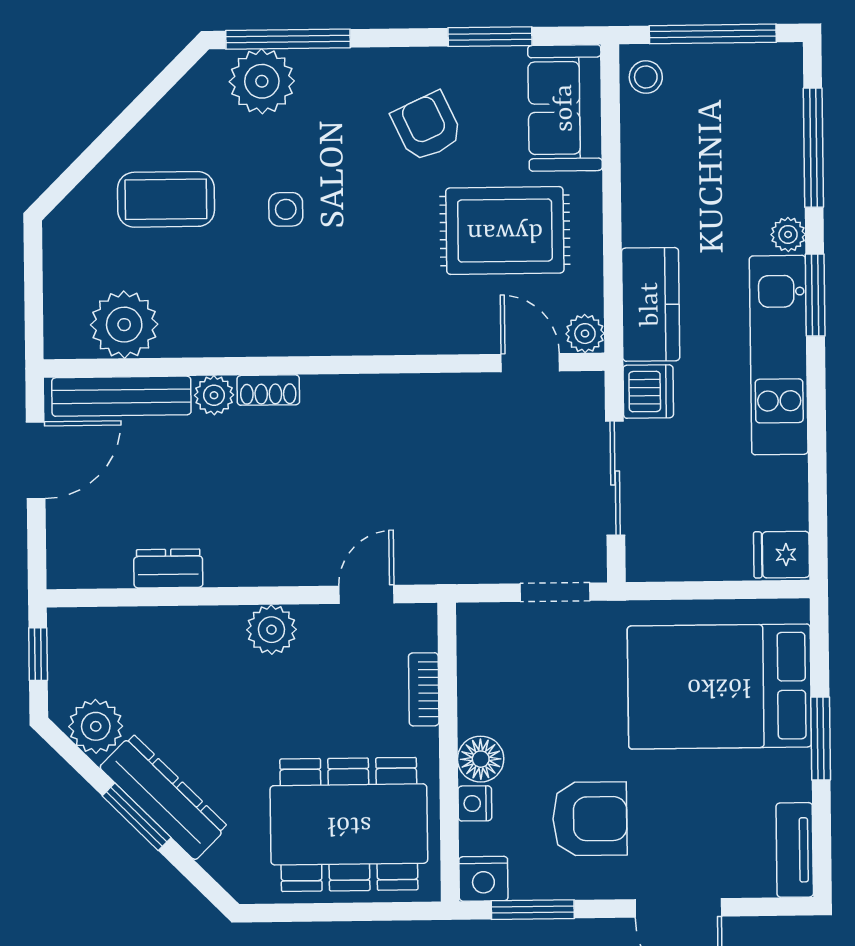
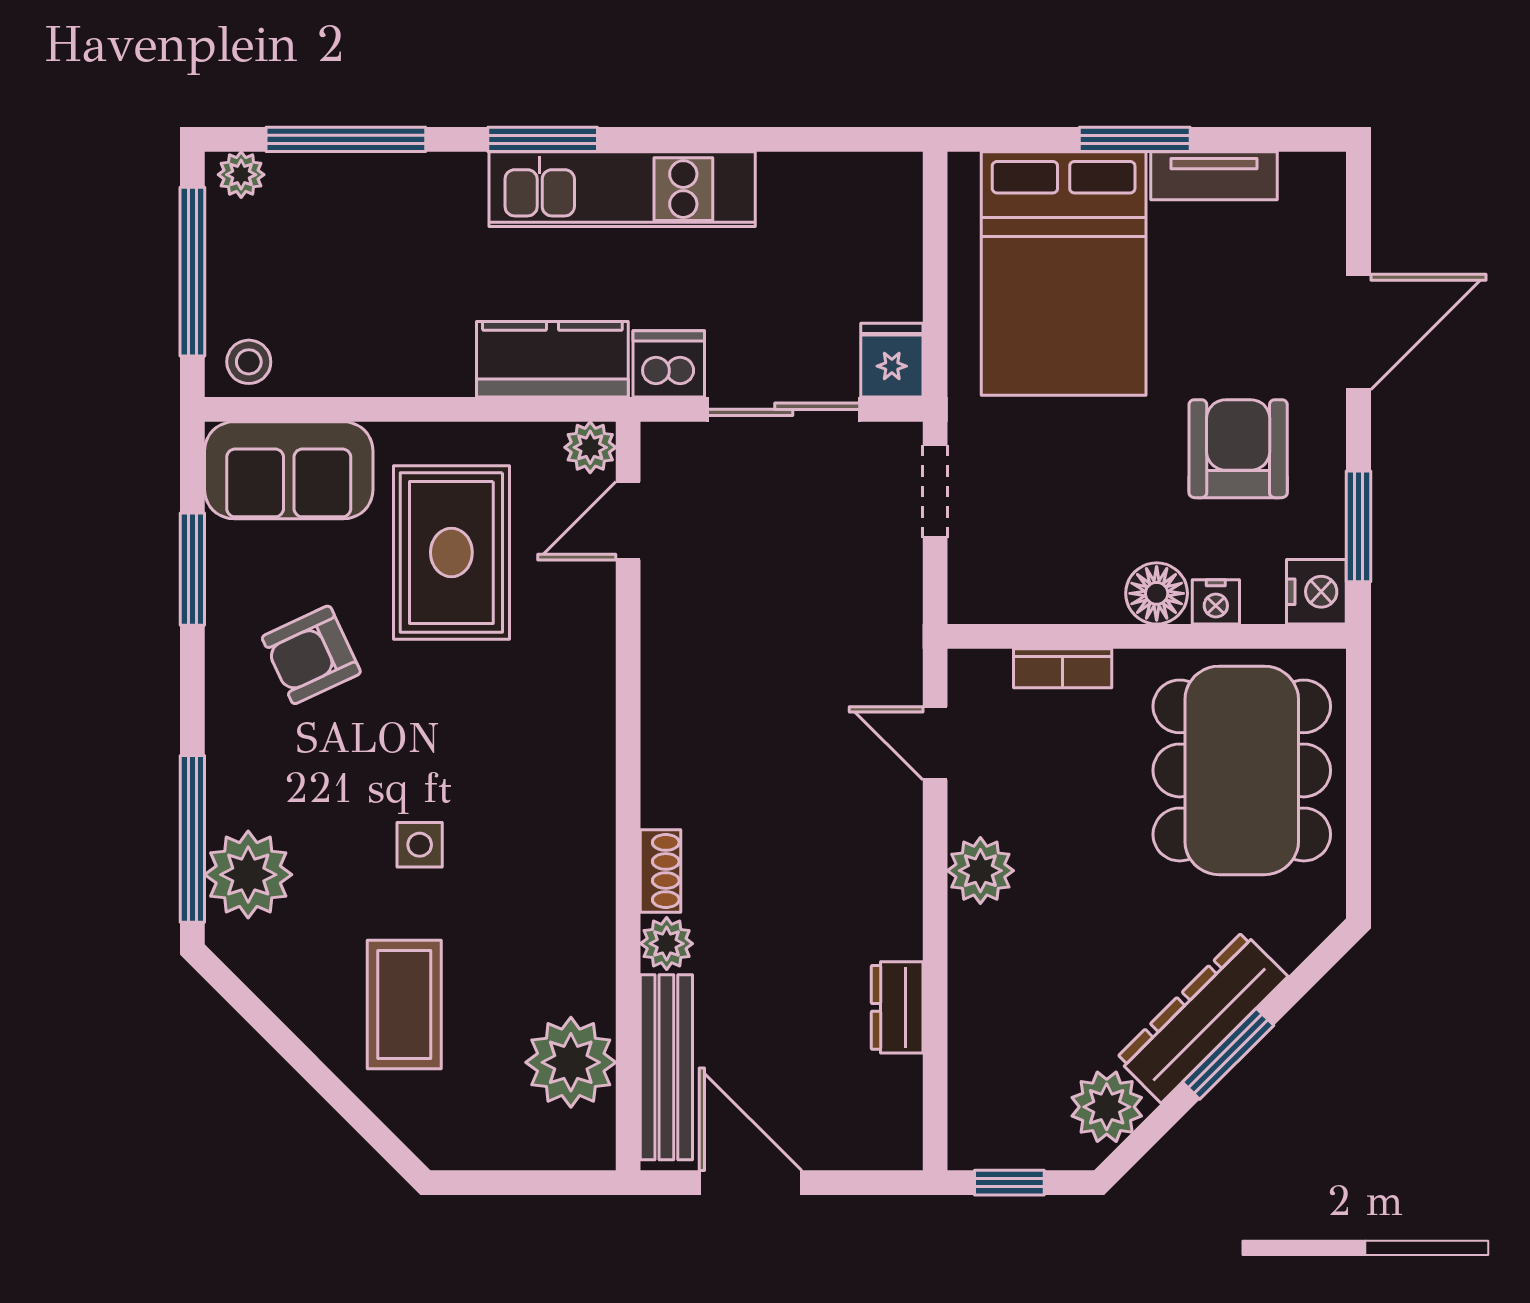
plant: (788, 234) -> (241, 175), moved
fridge: (781, 555) -> (892, 360), moved, turned 180
tv unit: (795, 850) -> (1214, 176), moved

